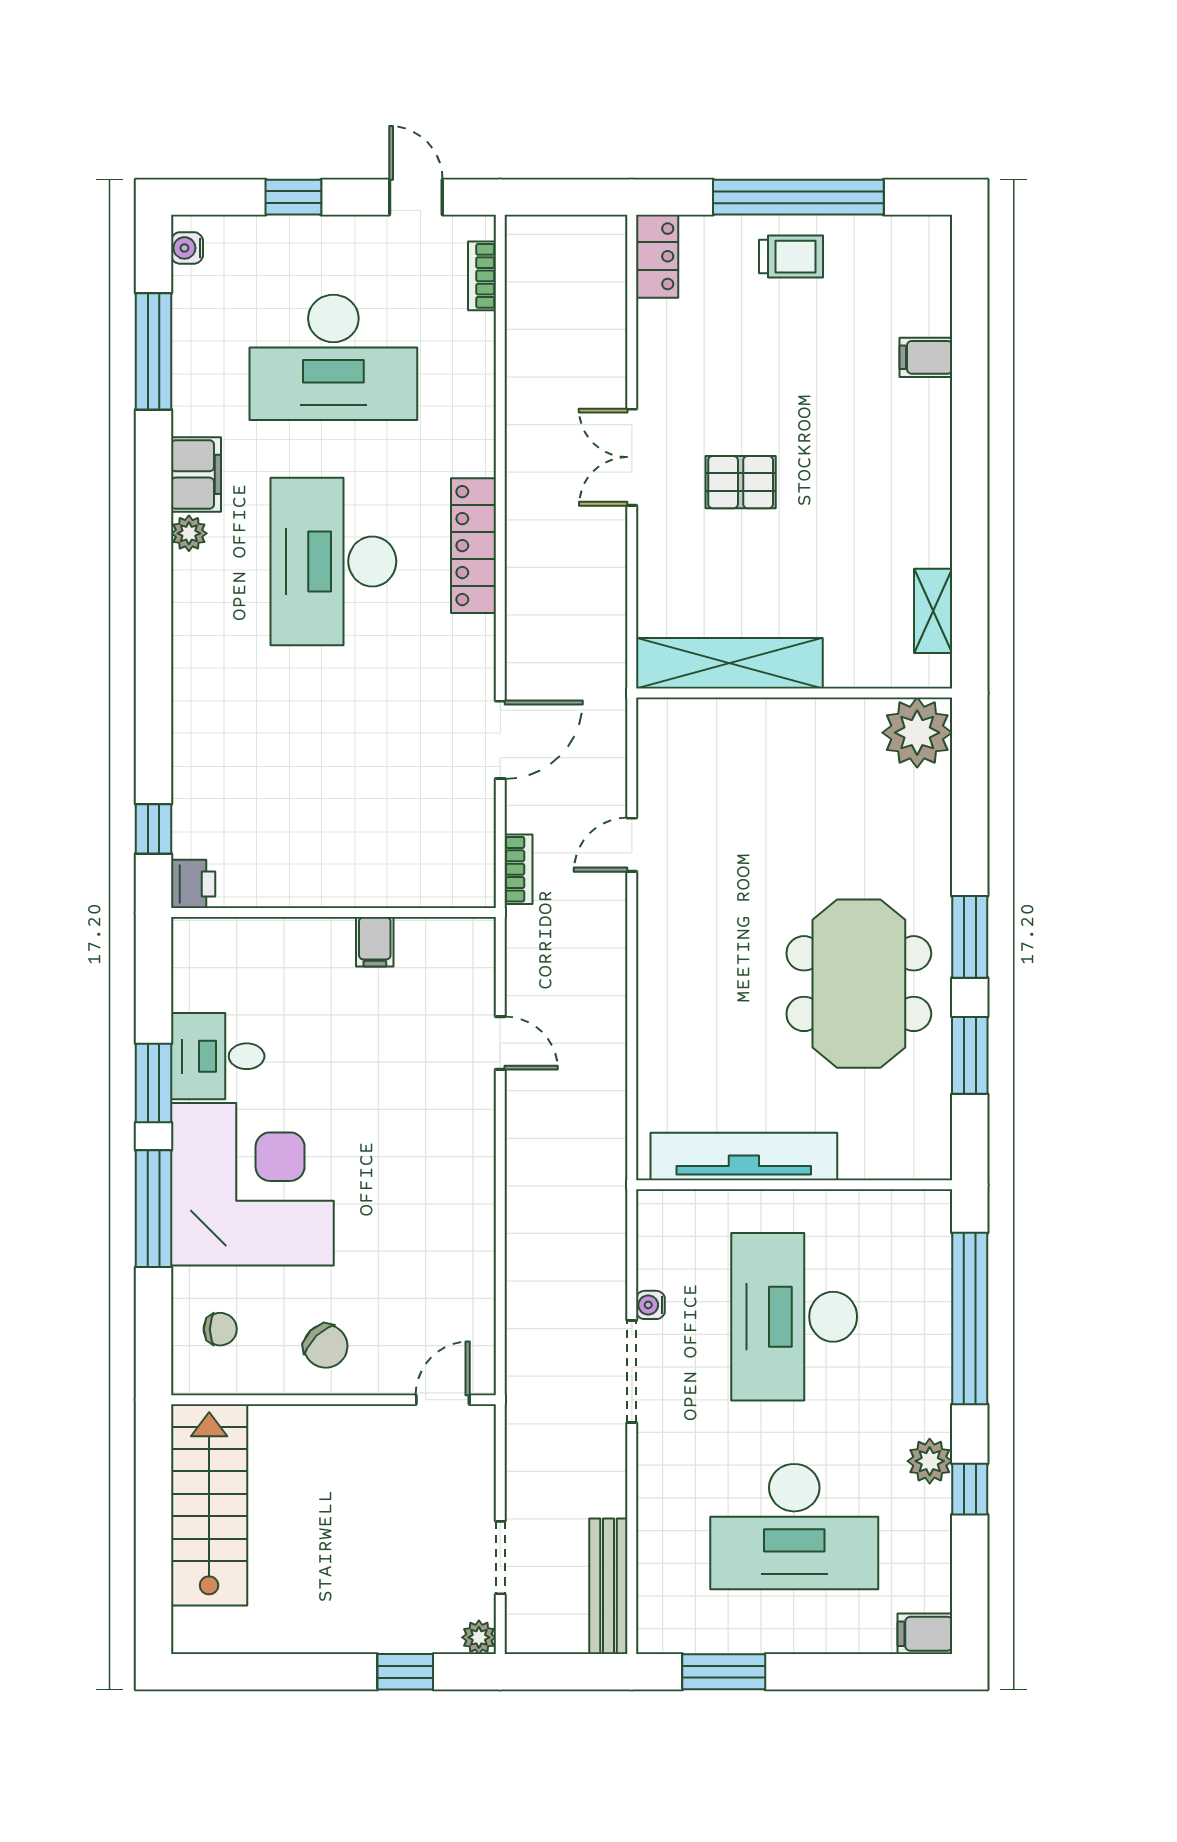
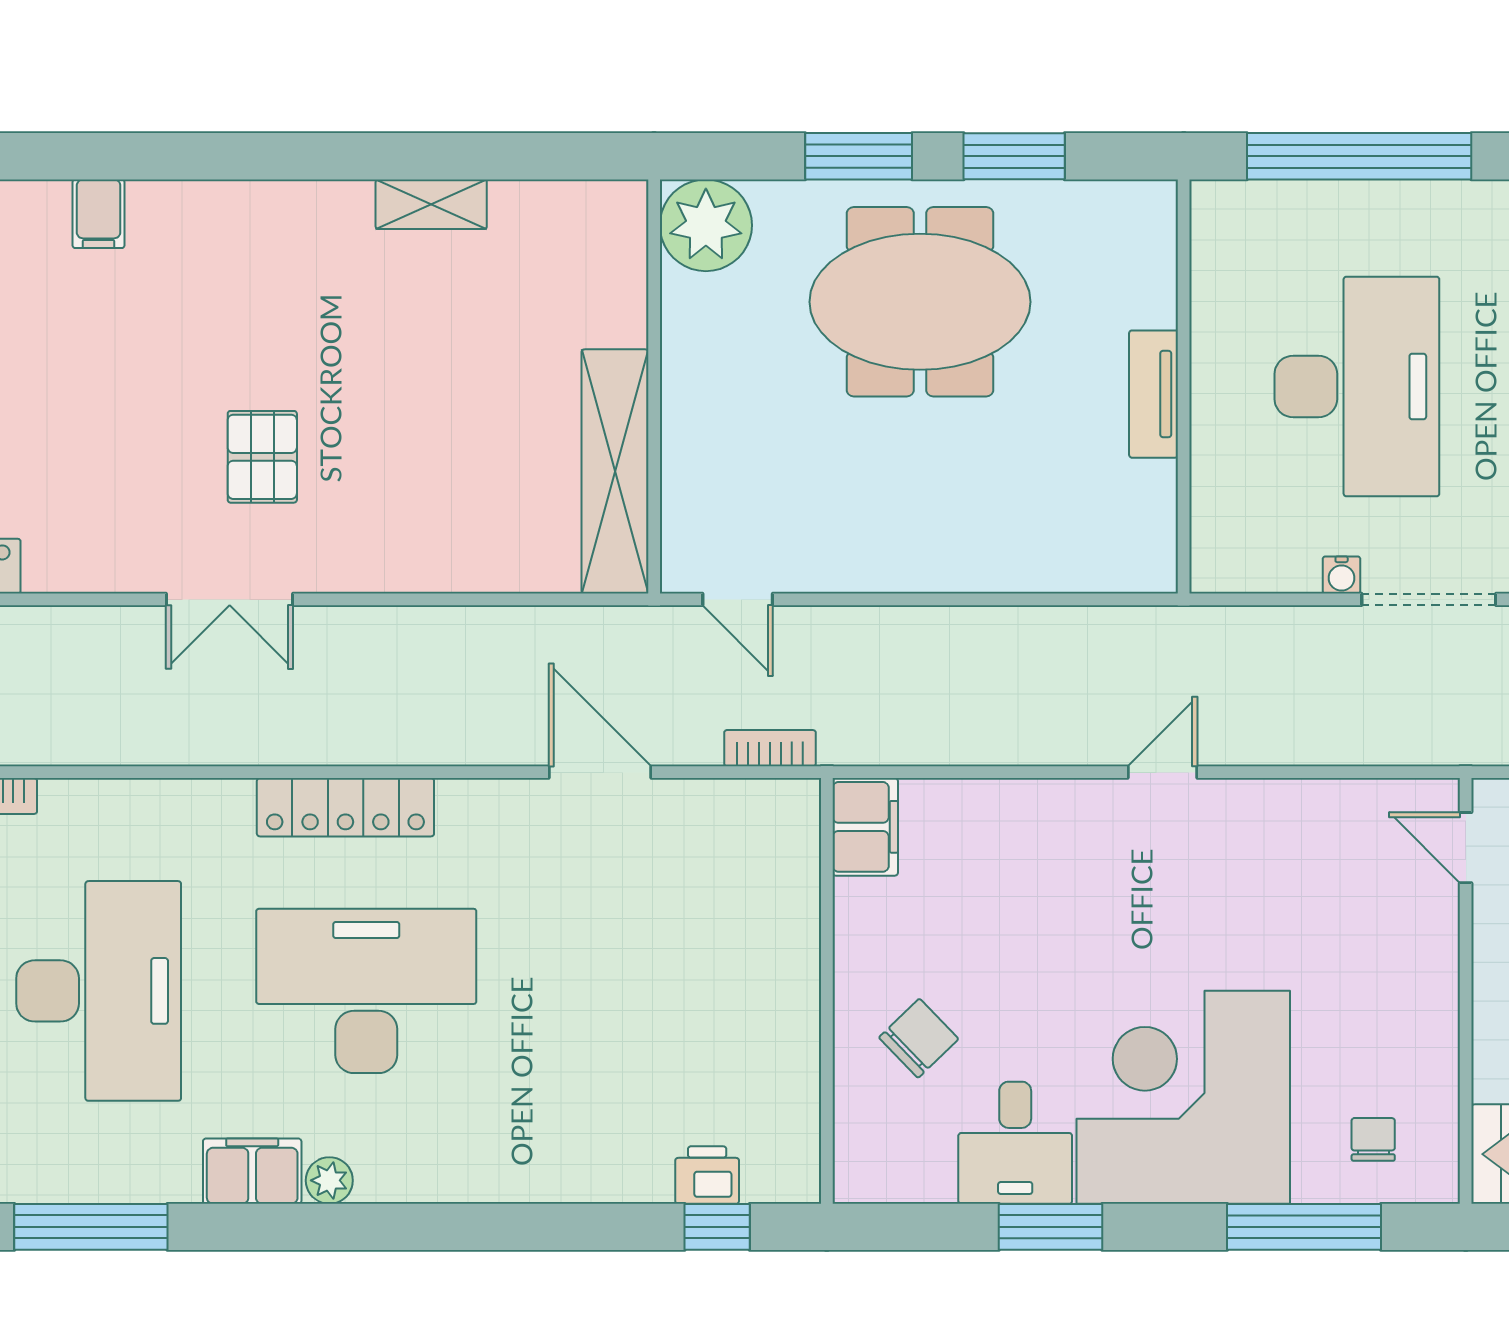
desk: (333, 561) -> (366, 991), turned 180
shelving: (729, 663) -> (615, 471), moved
wall: (794, 693) -> (654, 387), moved
plant: (917, 733) -> (706, 225), moved
printer: (193, 884) -> (707, 1175), moved
filing cabinet: (375, 942) -> (865, 827), moved, width x2.00
door: (500, 1043) -> (1162, 772), moved
tv unit: (744, 1156) -> (1154, 394), width x0.52, depth x0.78
window: (153, 1209) -> (1304, 1227), moved
desk: (794, 1317) -> (1357, 387), turned -90
chair: (326, 1346) -> (919, 1038), moved

